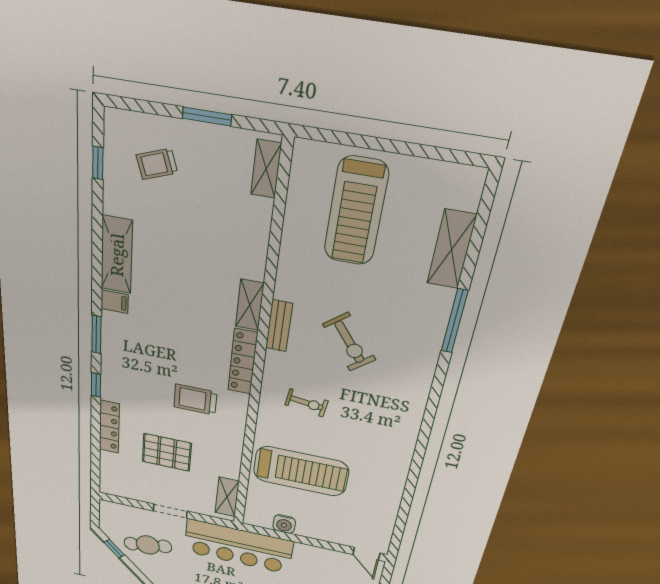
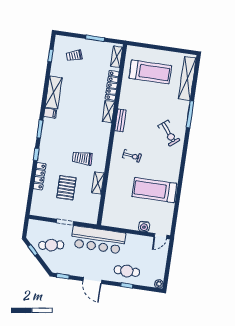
treadmill: (356, 212) -> (150, 72), turned -90
shelving: (451, 249) -> (187, 79), width x1.47
exercise bike: (349, 342) -> (169, 133), moved
locker: (243, 362) -> (112, 85), moved
pallet: (167, 452) -> (66, 188), turned 90
treadmill: (301, 471) -> (154, 190), moved, turned 180
shelving: (227, 497) -> (98, 183), moved
water cooler: (284, 524) -> (144, 226), moved
door: (366, 554) -> (160, 236), hinge flipped

